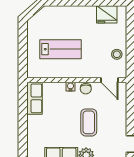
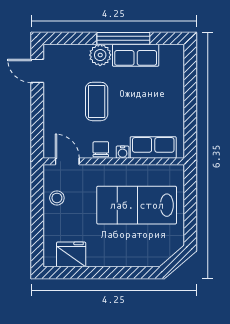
lab bench: (61, 49) -> (137, 205), width x1.36, depth x1.39
row of seats: (34, 98) -> (153, 148), moved, turned 90

